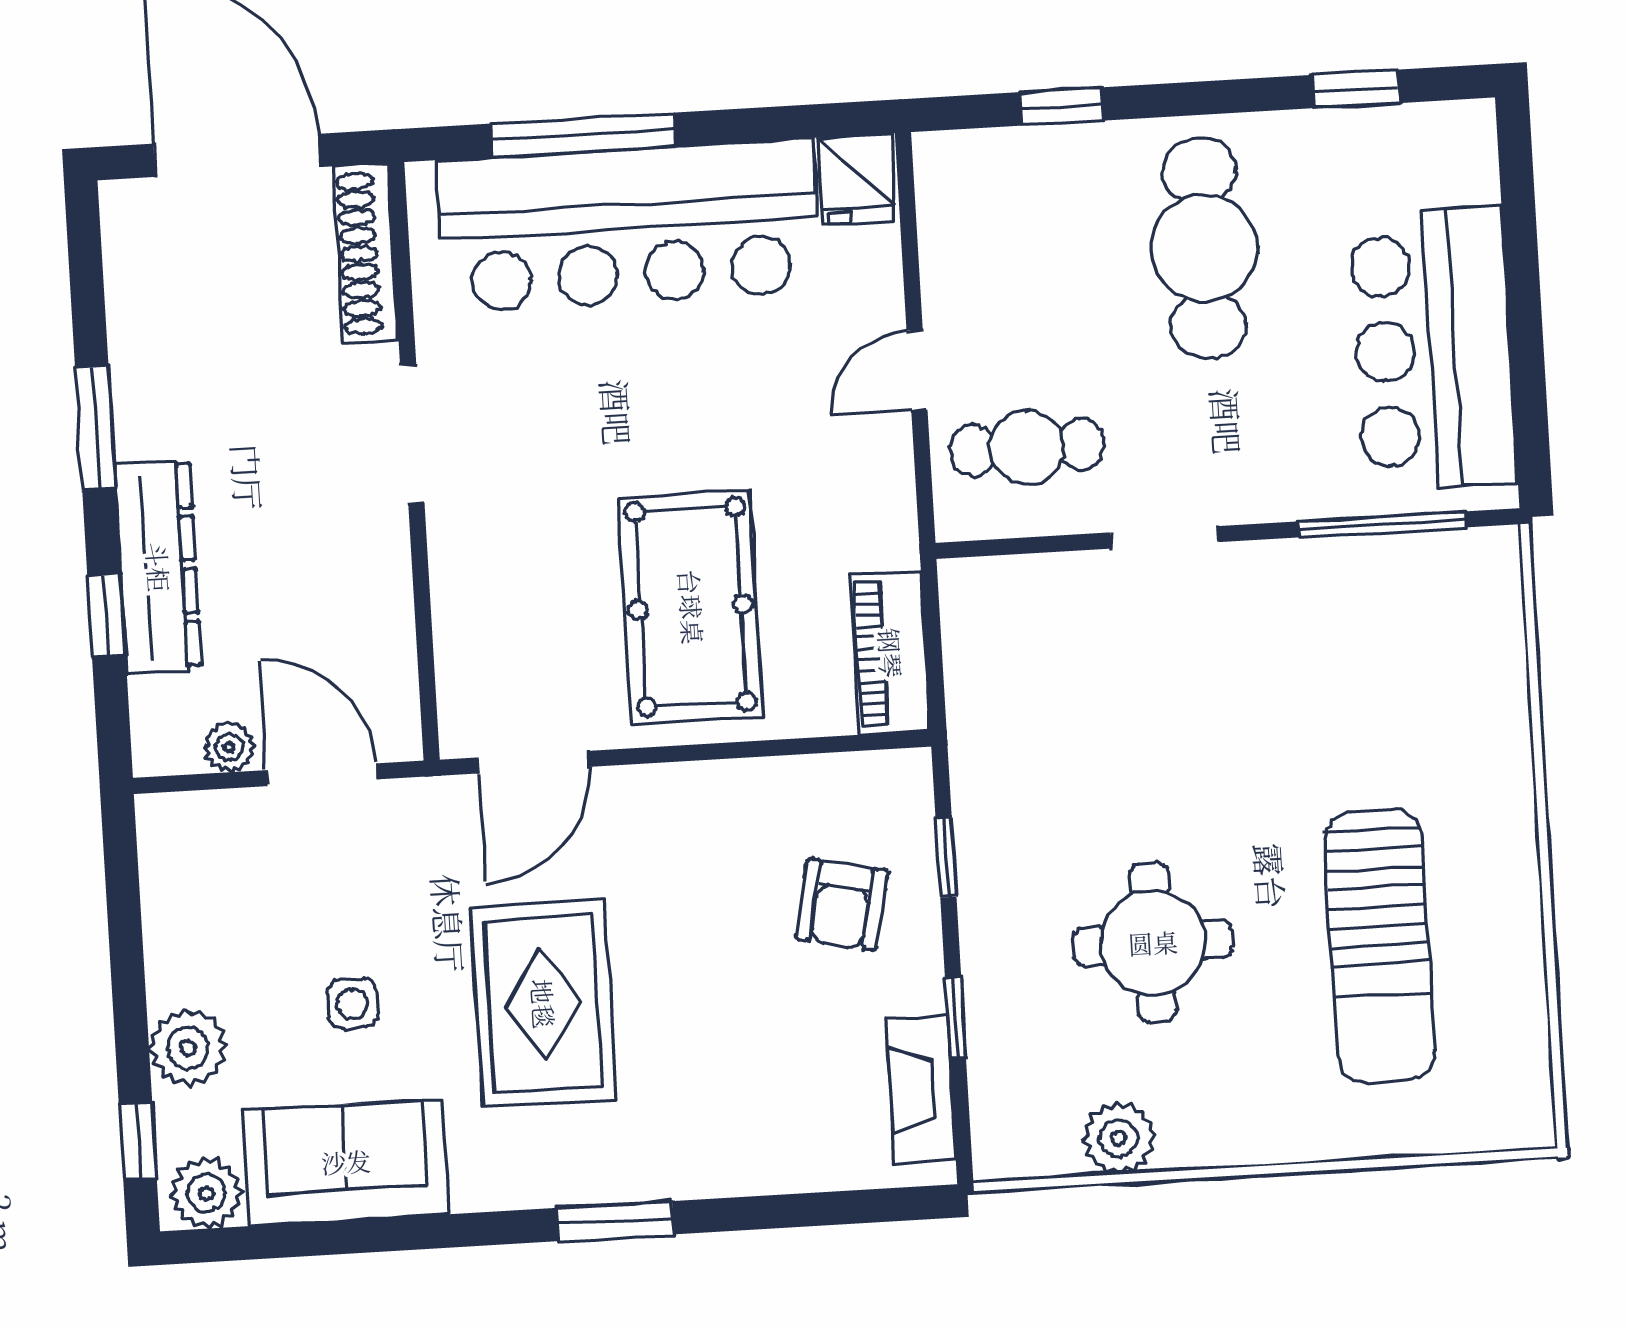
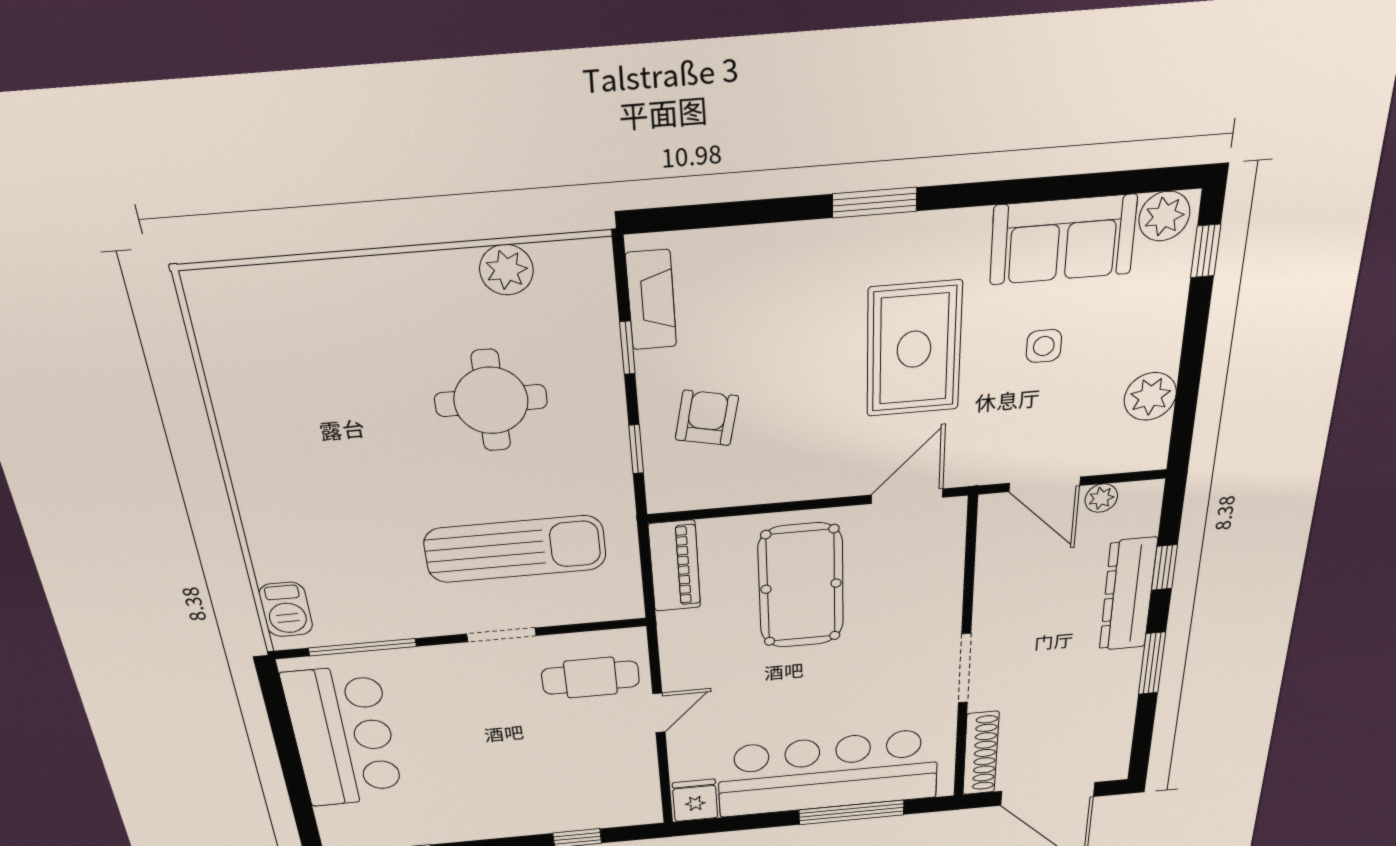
cafe table: (1204, 248) -> (489, 779), removed
barbecue: (1490, 600) -> (286, 609), added
sun lounger: (1380, 946) -> (515, 549), moved, turned 90
plant: (188, 1048) -> (1150, 396), moved

